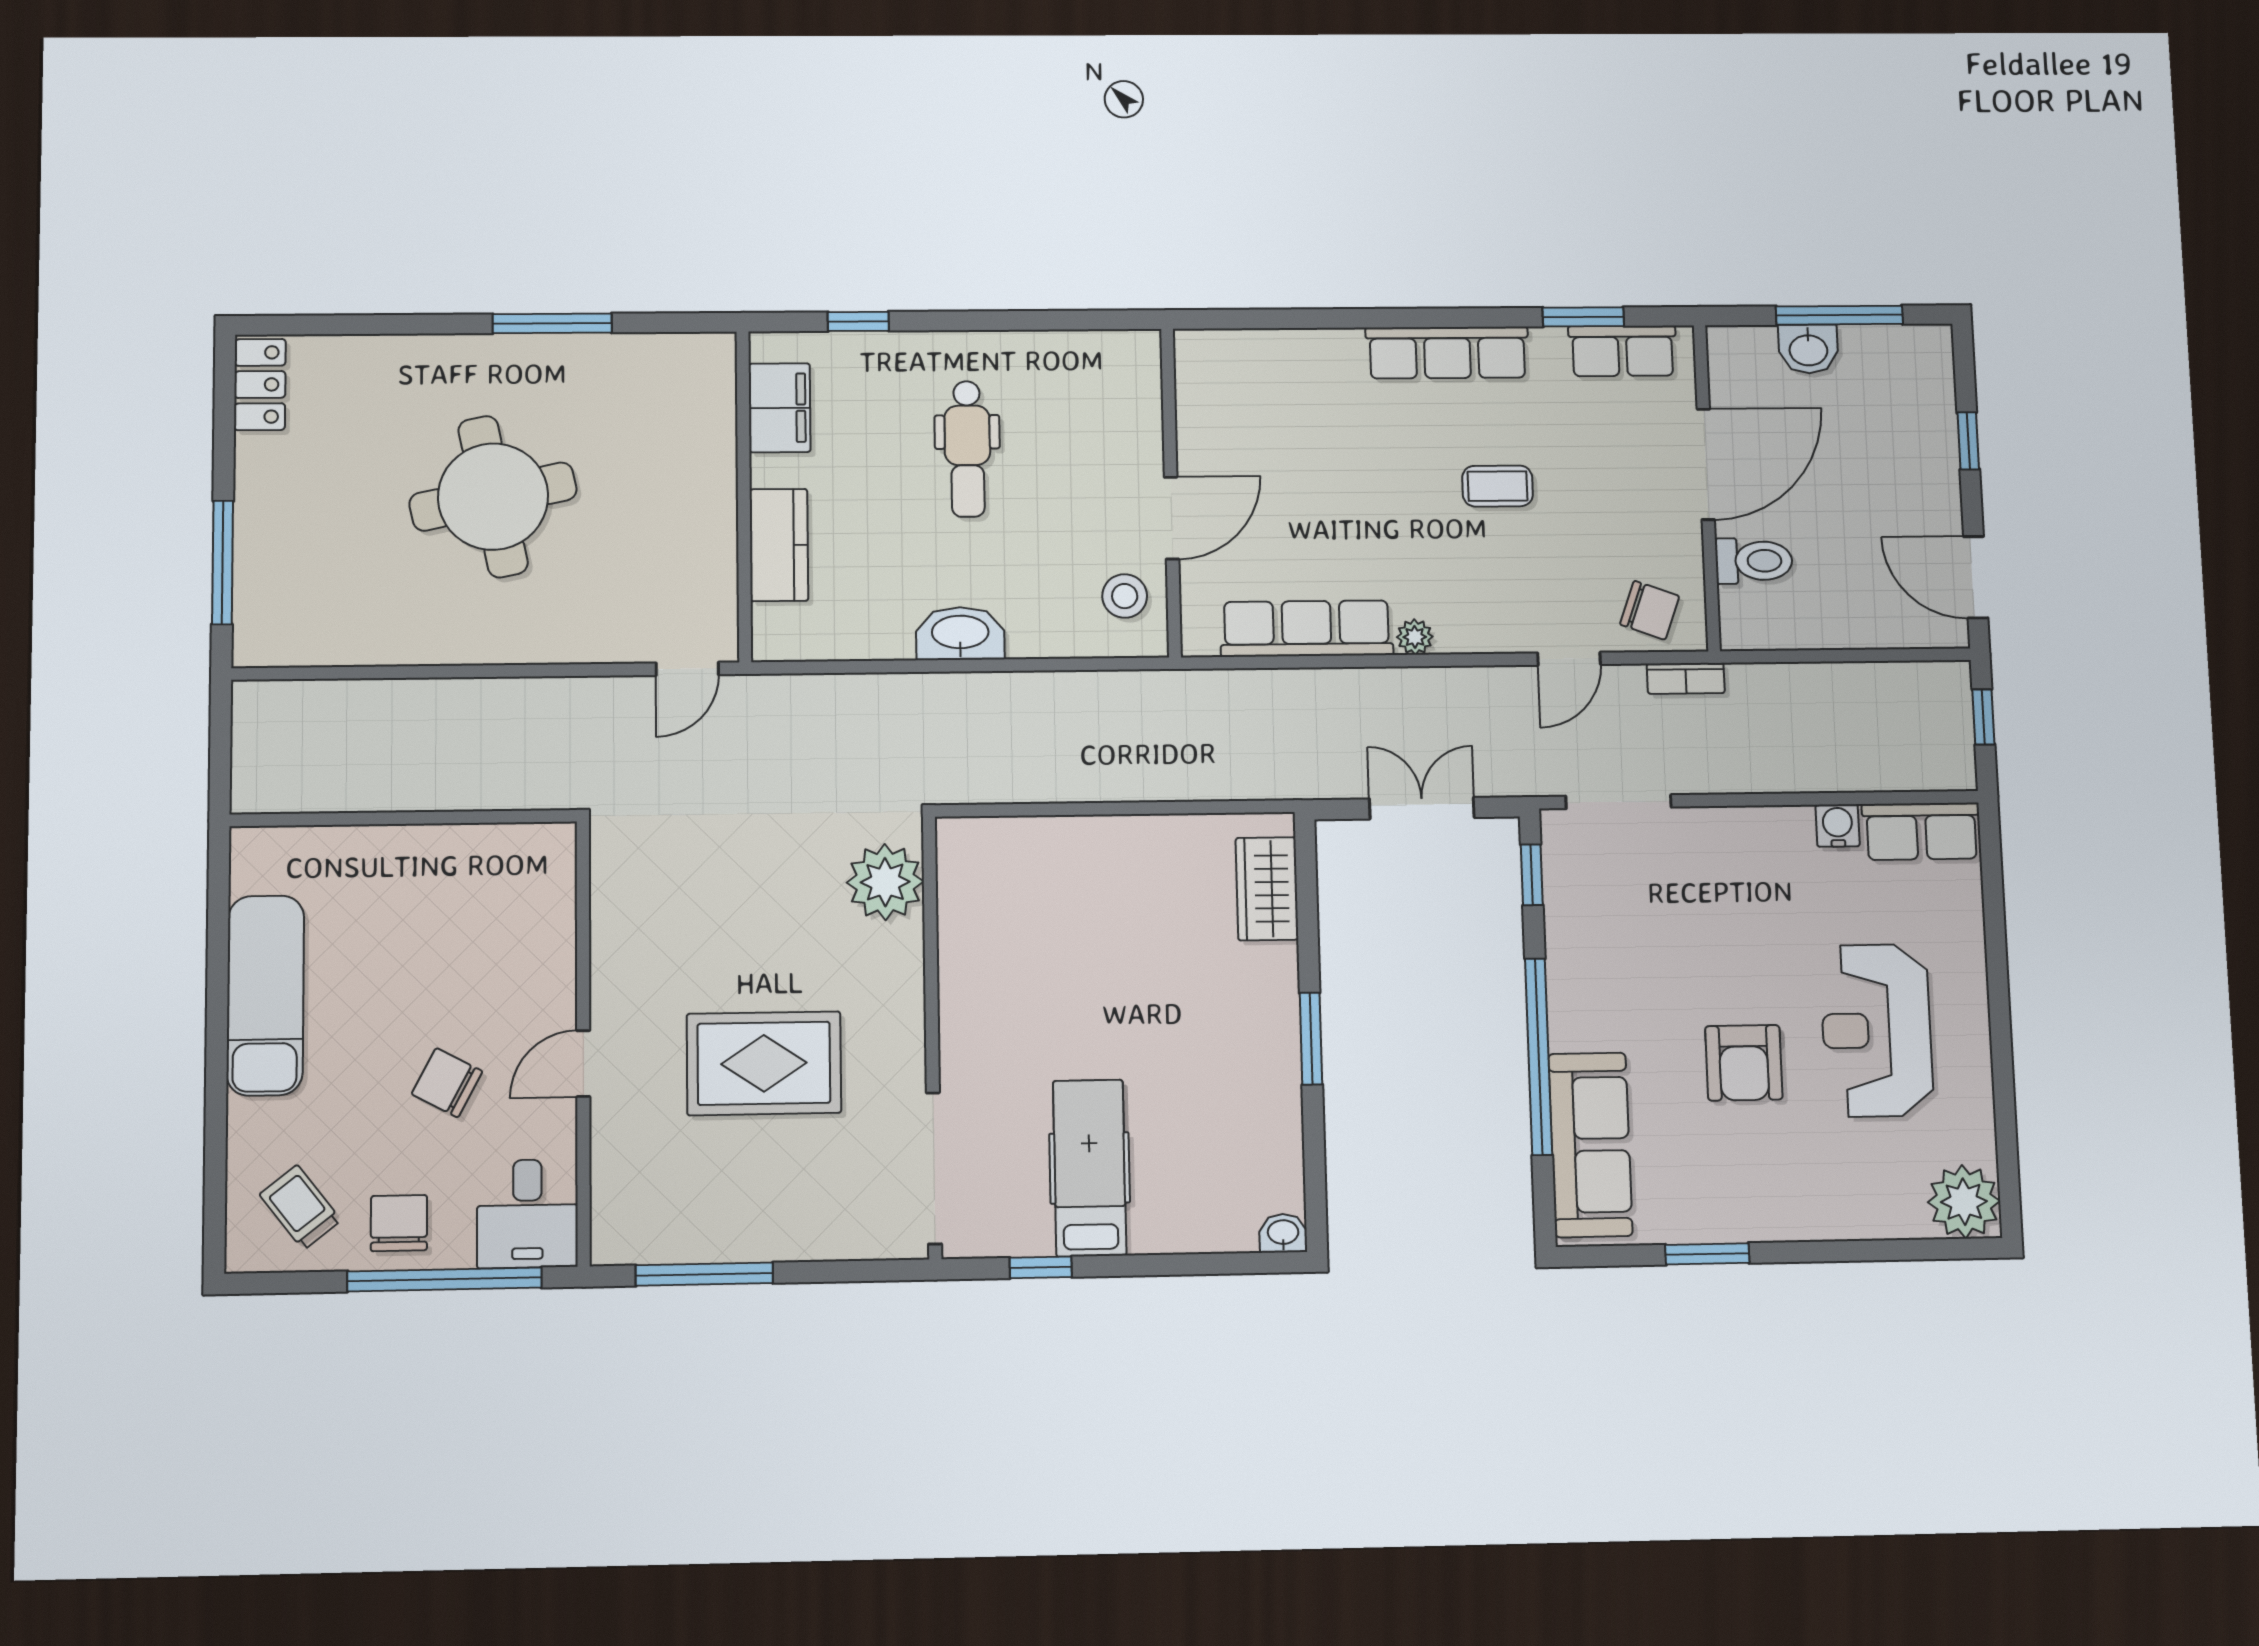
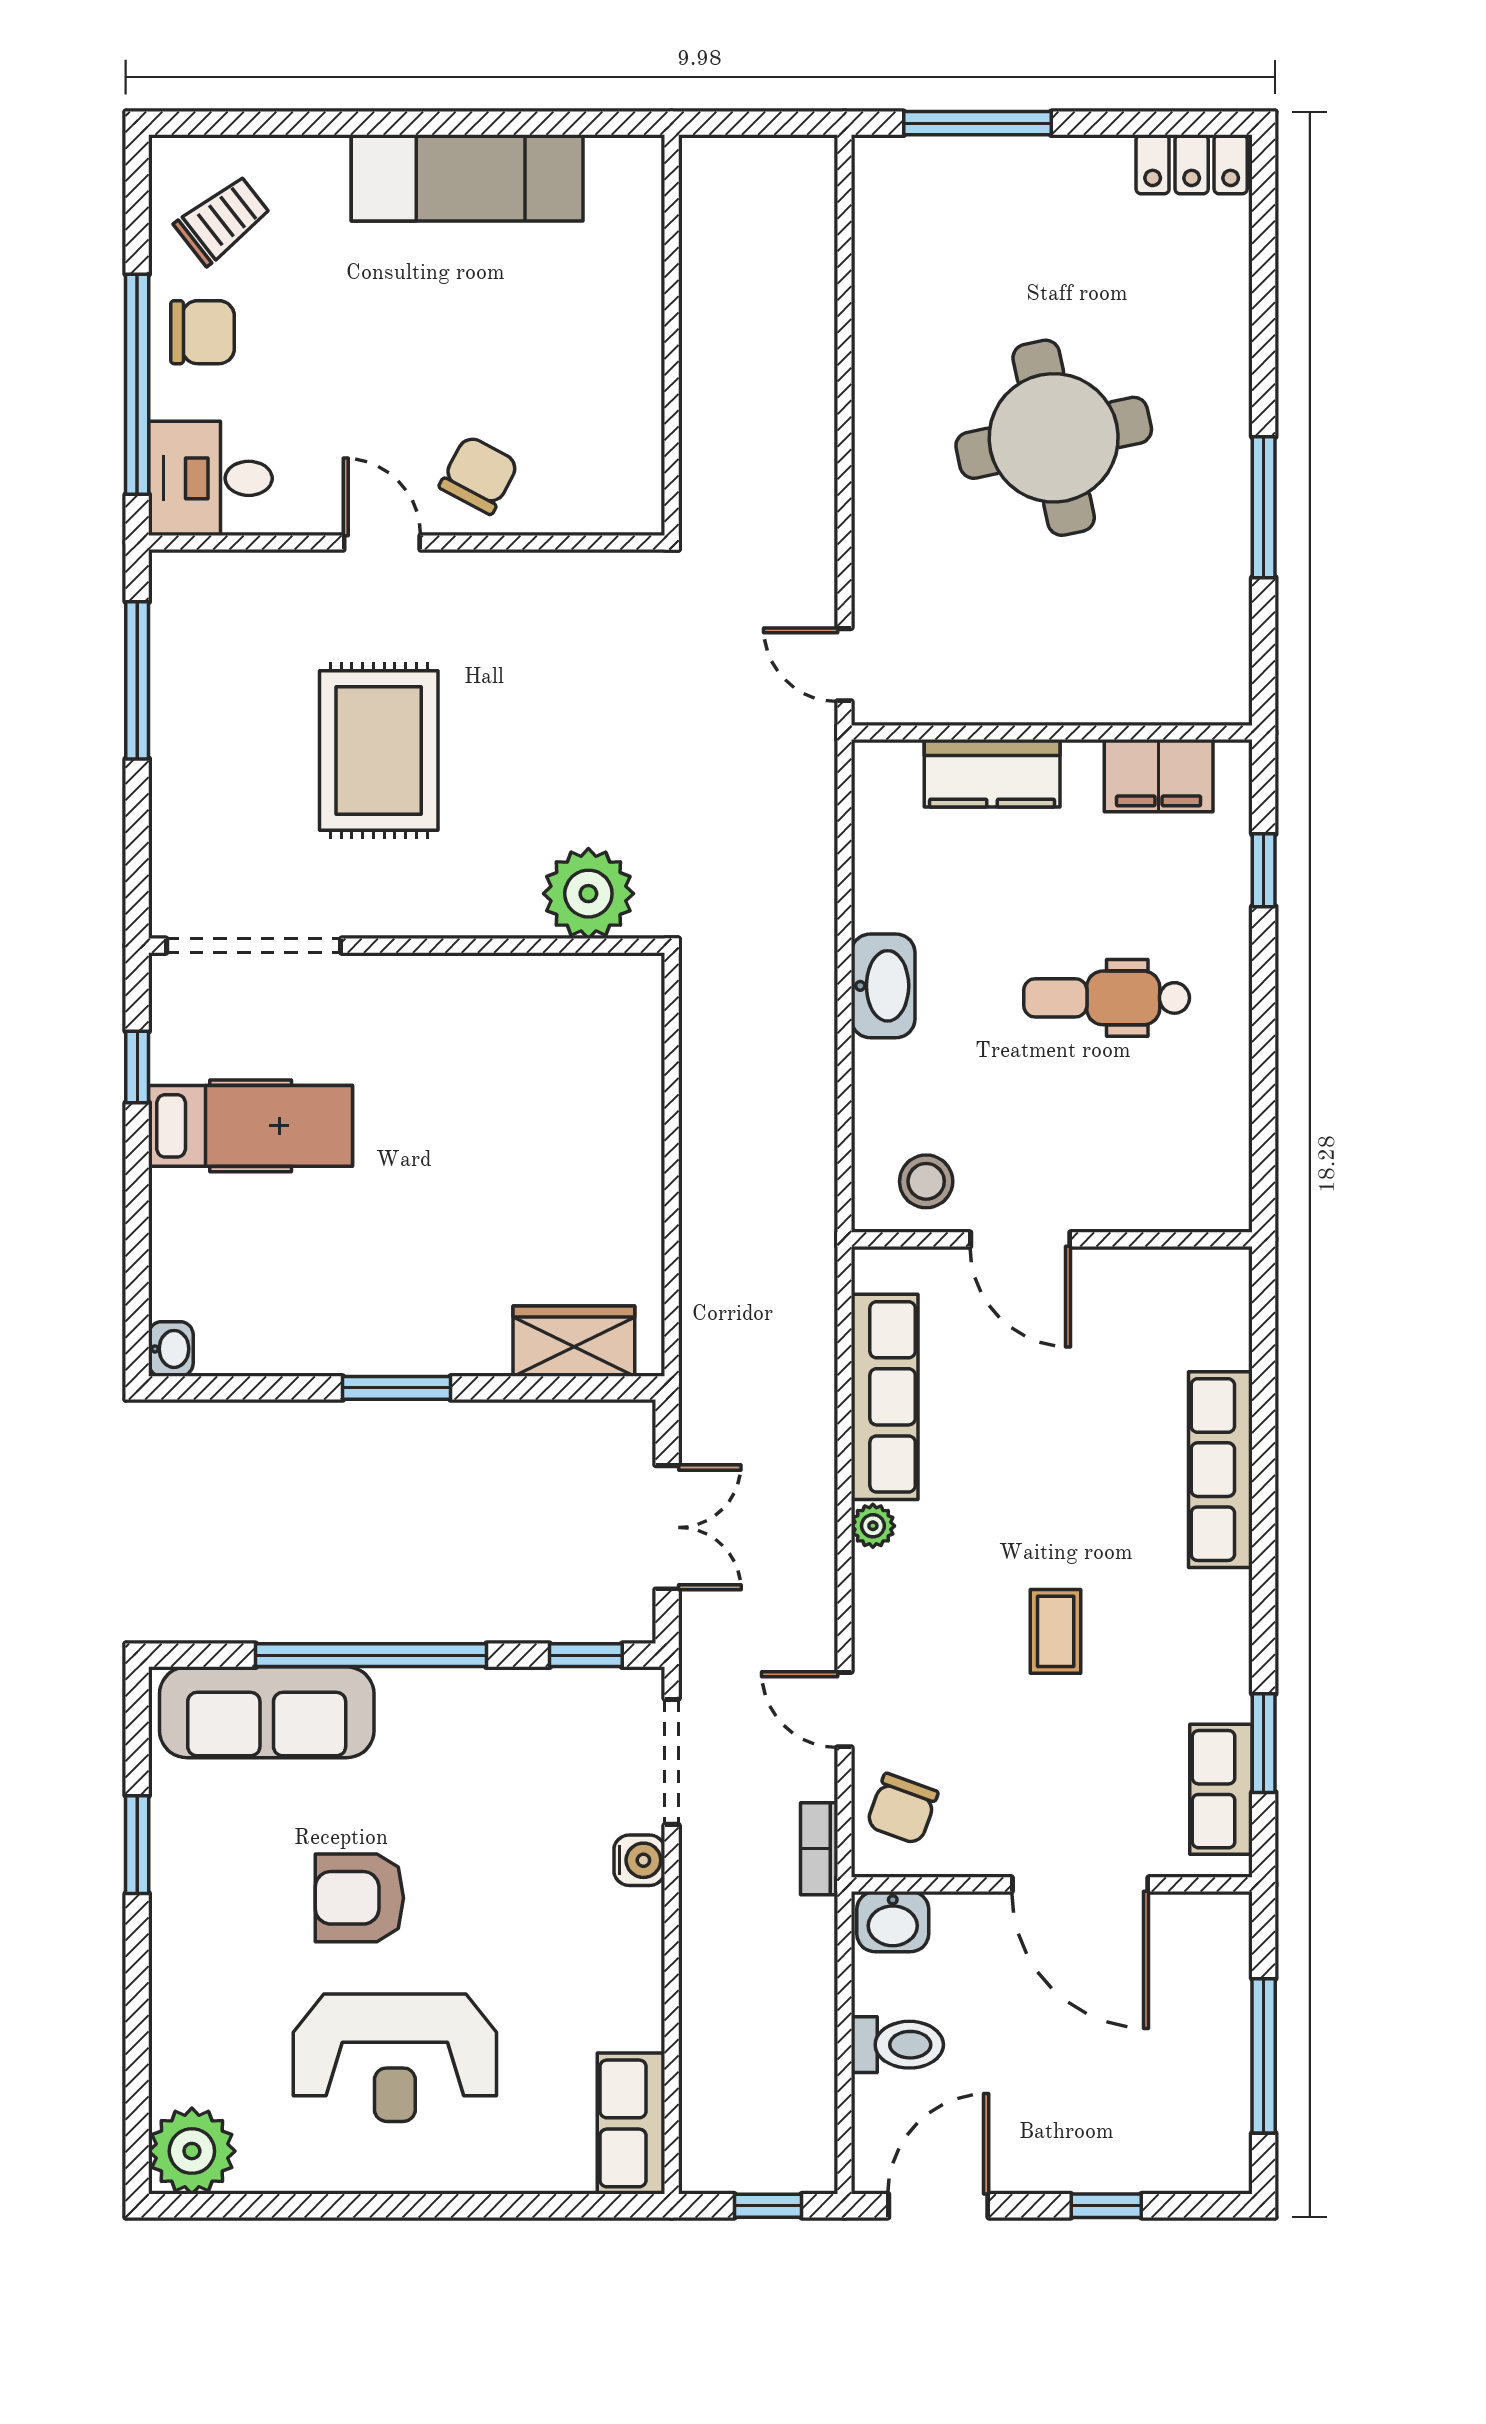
washbasin: (1808, 349) -> (893, 1922), moved, turned -90
row of seats: (1447, 353) -> (1220, 1470), moved
toilet: (1754, 561) -> (897, 2045), moved, turned -90
water cooler: (1838, 826) -> (639, 1860), moved
reception desk: (1877, 1030) -> (395, 2058), turned 180
chair: (447, 1083) -> (479, 475), moved

